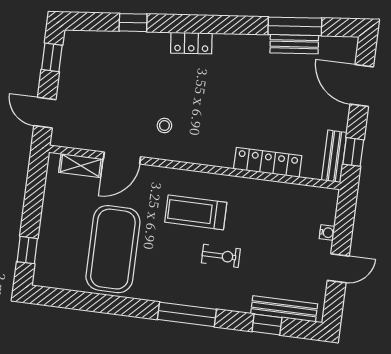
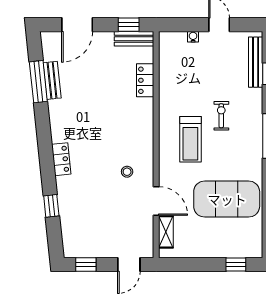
locker: (268, 162) -> (145, 80), width x0.66

